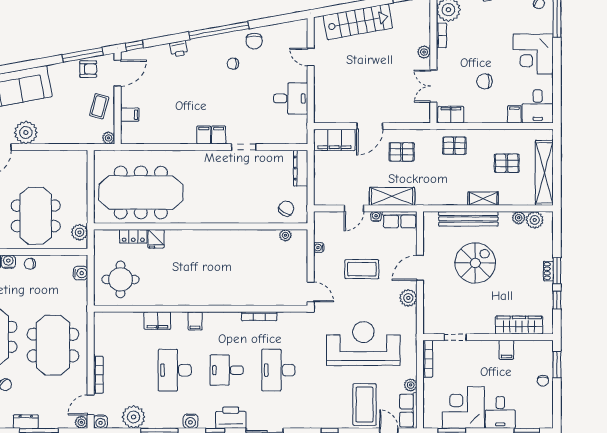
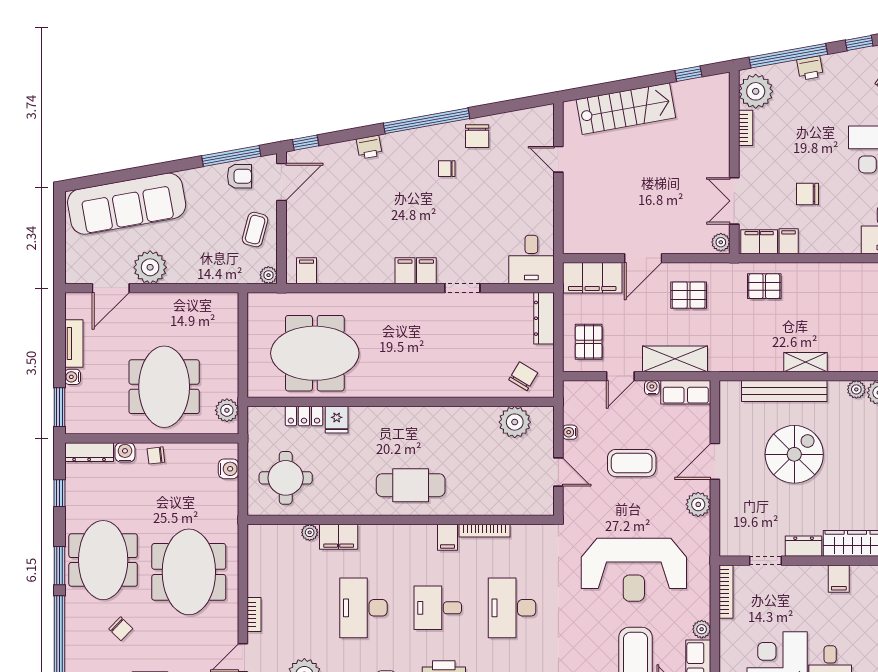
plant: (424, 52) -> (721, 242), moved
desk: (291, 98) -> (531, 259), moved, turned 90
filing cabinet: (514, 114) -> (789, 241), moved
filing cabinet: (130, 115) -> (307, 271), moved, turned -90
pallet: (507, 163) -> (589, 342), moved, turned 90
meeting table: (141, 192) -> (315, 353), width x0.73
plant: (285, 235) -> (515, 422), width x1.87, depth x1.87
cafe table: (208, 285) -> (411, 485), added
door: (311, 292) -> (558, 472), moved
plant: (137, 317) -> (310, 532), added
filing cabinet: (195, 321) -> (448, 537), moved
dresser: (482, 327) -> (804, 546), added
reception desk: (363, 344) -> (634, 570), turned 180
bookcase: (98, 375) -> (254, 615), width x0.64

